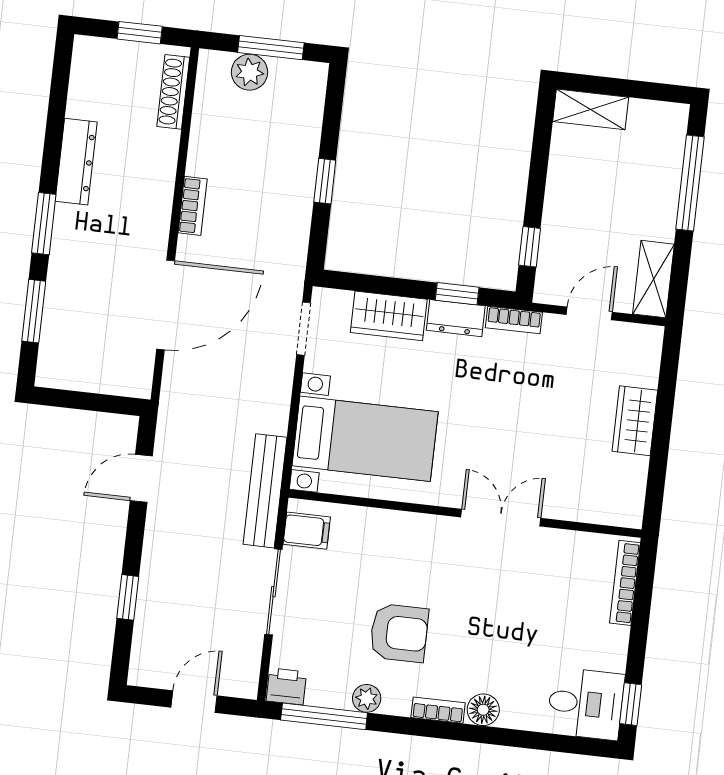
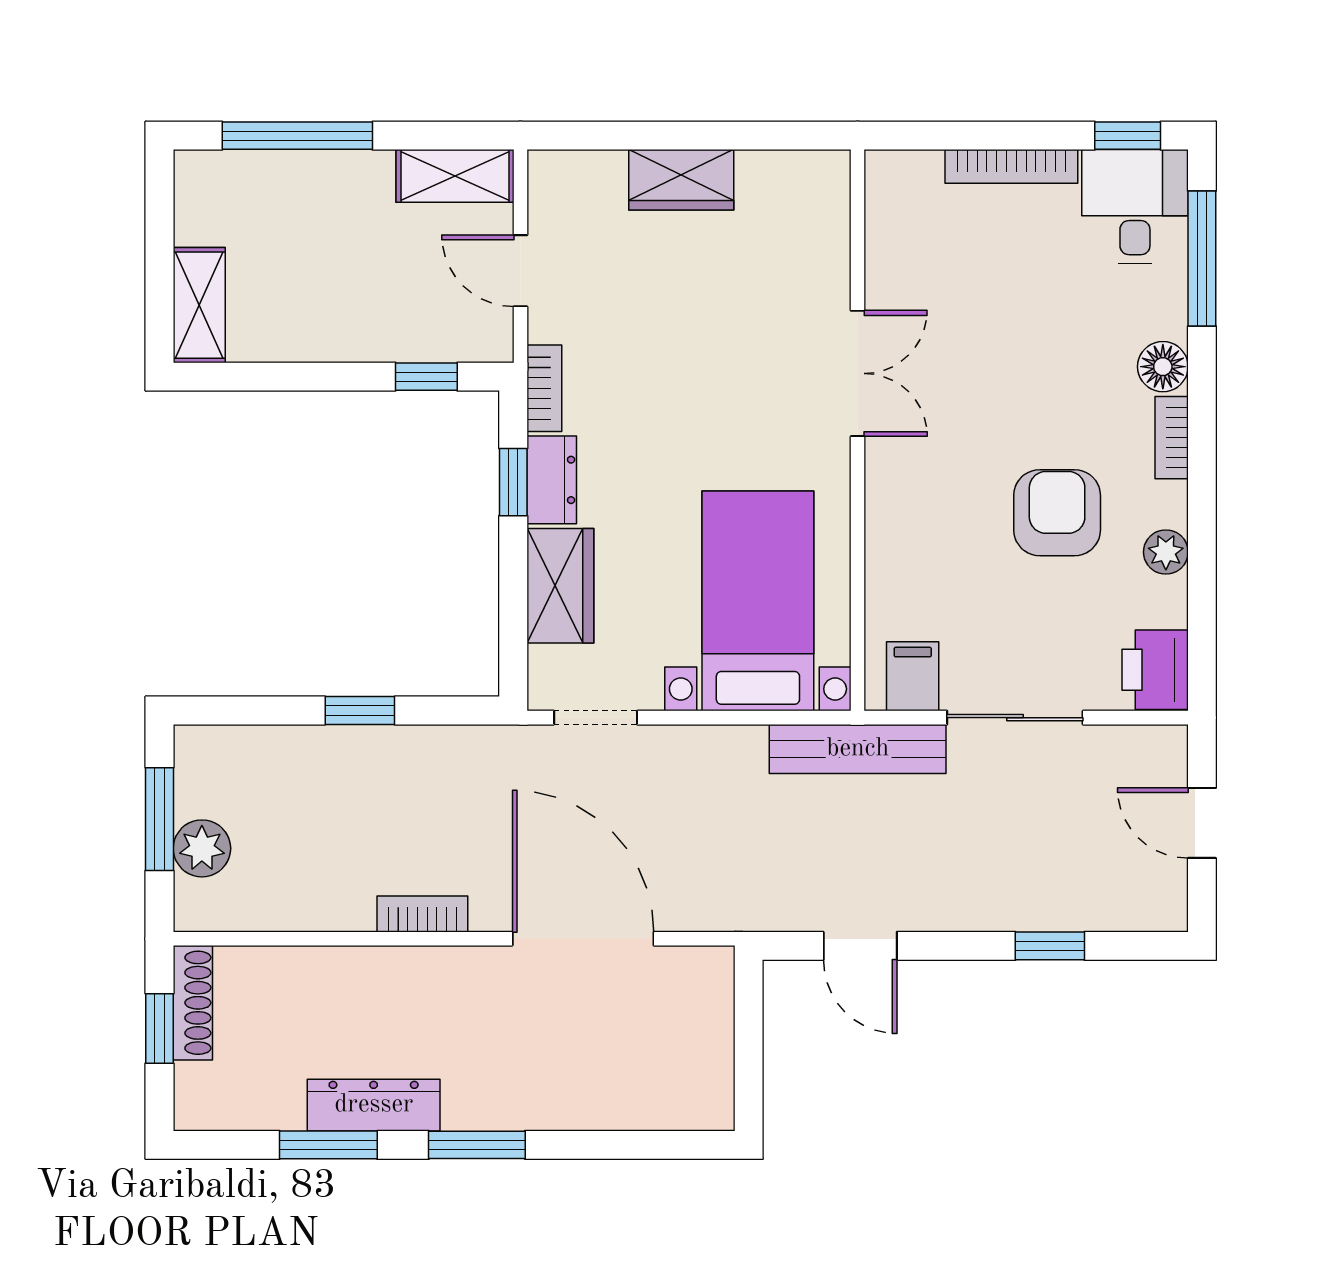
shoe rack: (173, 92) -> (193, 1003), moved, turned -90
window: (34, 311) -> (328, 1145), moved
double door: (501, 518) -> (858, 373), swing flipped
bookcase: (625, 583) -> (1011, 166), moved
printer: (286, 686) -> (1155, 670), width x1.36, depth x1.24
window: (324, 716) -> (1202, 259), moved

